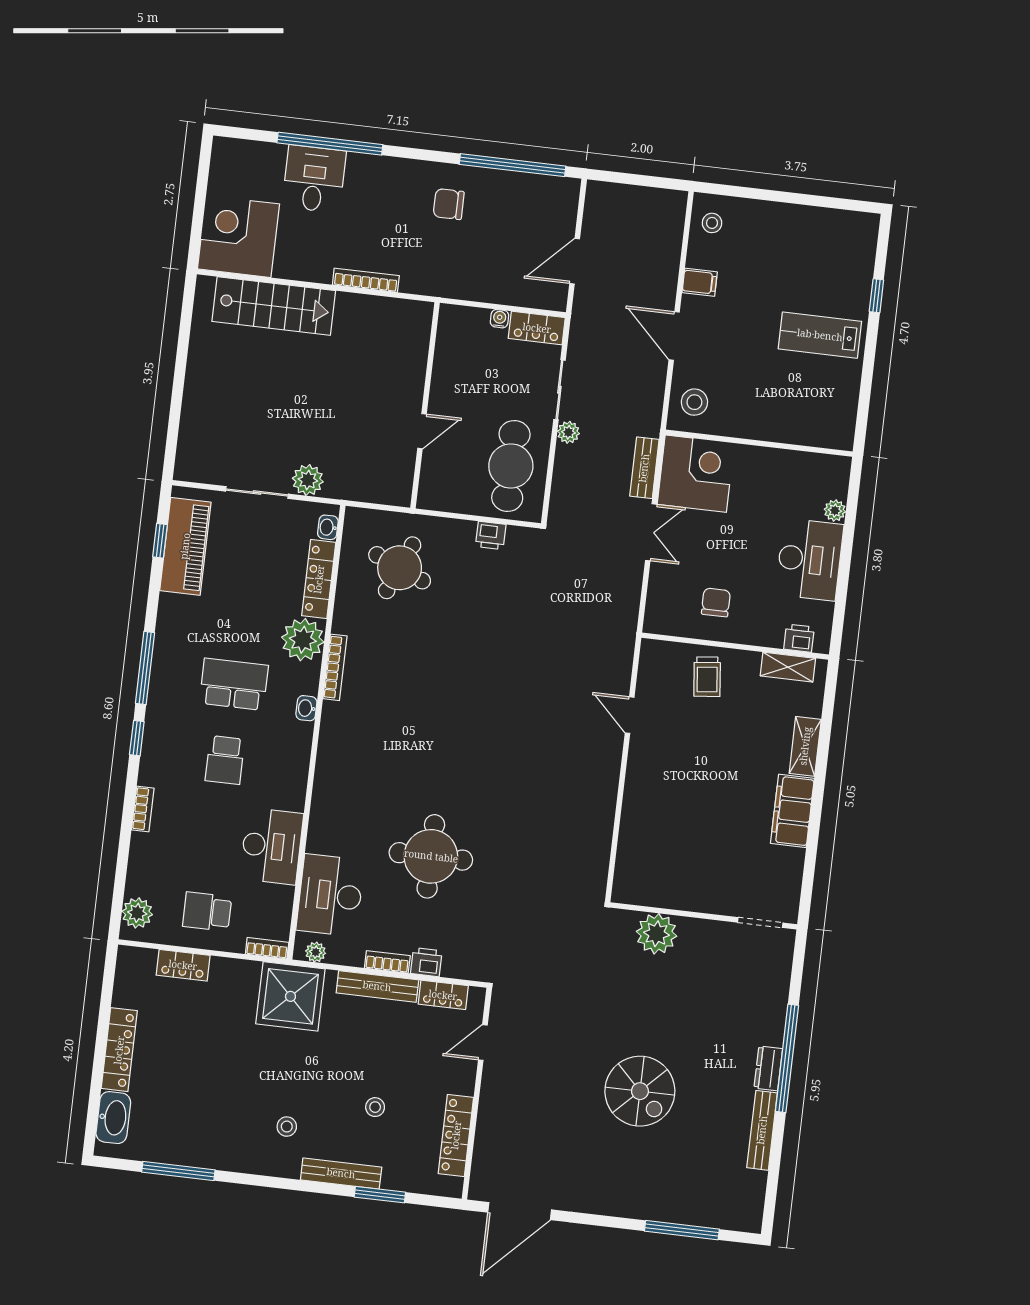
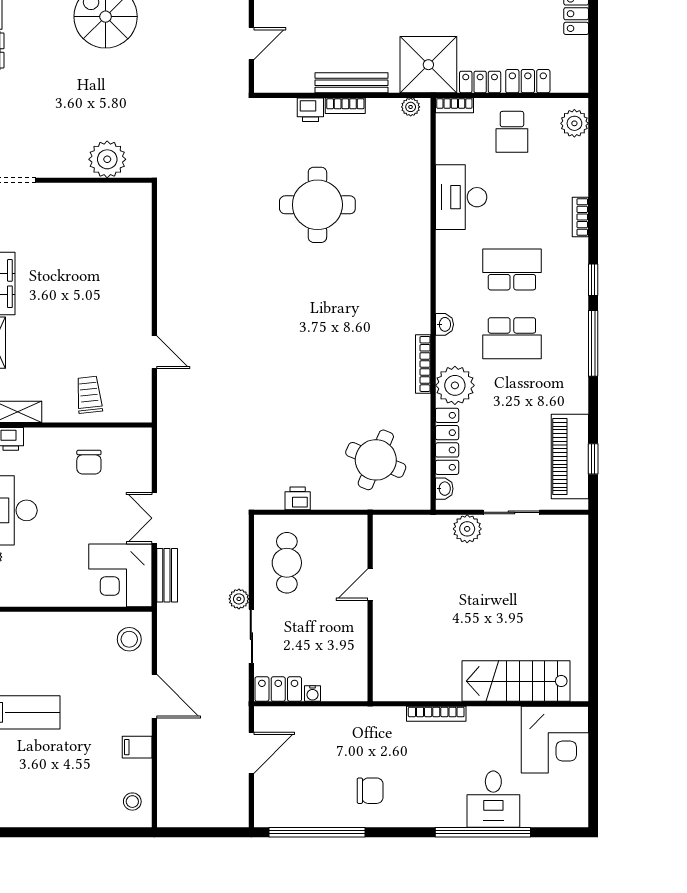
cafe table: (511, 466) -> (287, 563), width x0.73, depth x0.74
school desk: (225, 760) -> (512, 269), width x1.85
desk: (330, 895) -> (403, 159), removed
school desk: (207, 912) -> (512, 132), turned 90
locker: (443, 995) -> (480, 82), moved

